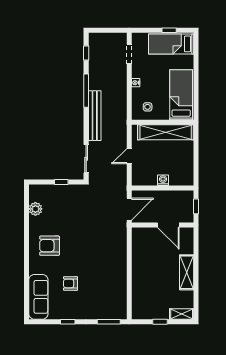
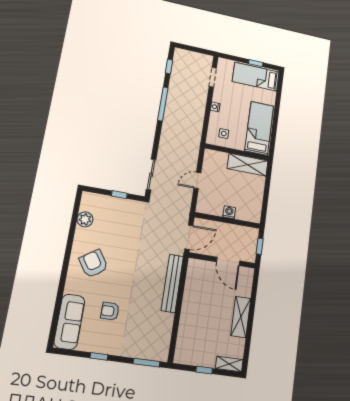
bench: (95, 116) -> (172, 283), moved
shelving: (166, 132) -> (248, 165), width x0.68
armchair: (50, 246) -> (93, 264), turned 56

